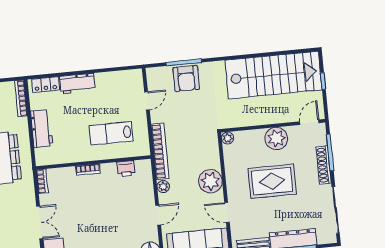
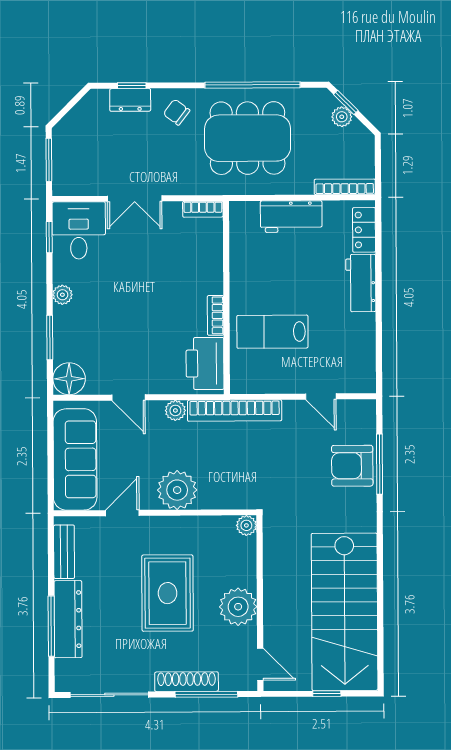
lab bench: (111, 133) -> (272, 332), turned -90
printer: (126, 169) -> (205, 363), width x1.87, depth x1.48
bookcase: (88, 170) -> (216, 315), moved

